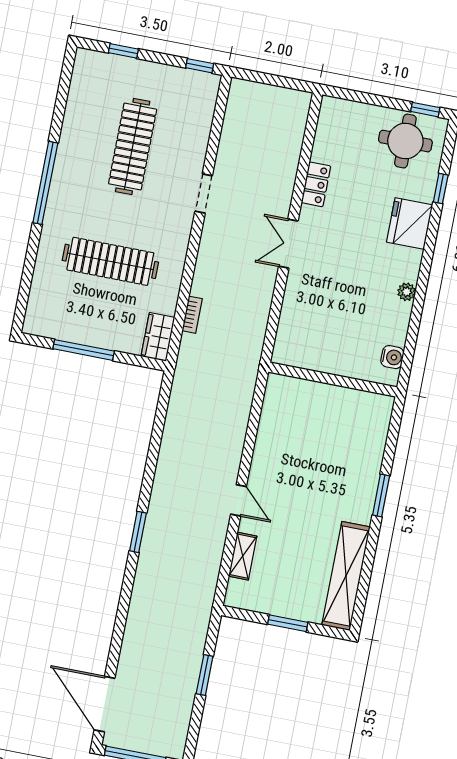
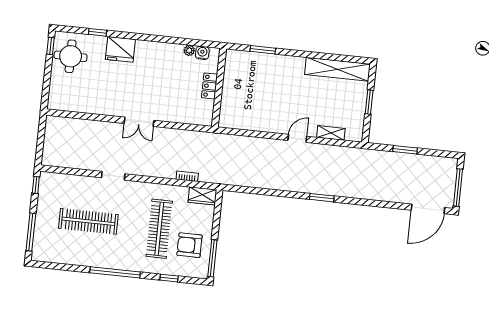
window: (123, 51) -> (31, 232), width x2.17
locker: (316, 184) -> (210, 86), moved, turned -90
window: (28, 271) -> (169, 278), added
plant: (407, 292) -> (189, 50), moved
armchair: (79, 309) -> (189, 245), added
window: (84, 350) -> (212, 258), moved
window: (381, 495) -> (263, 50), moved

